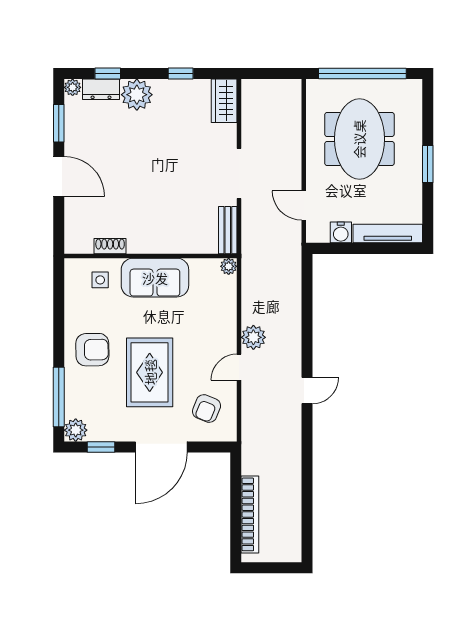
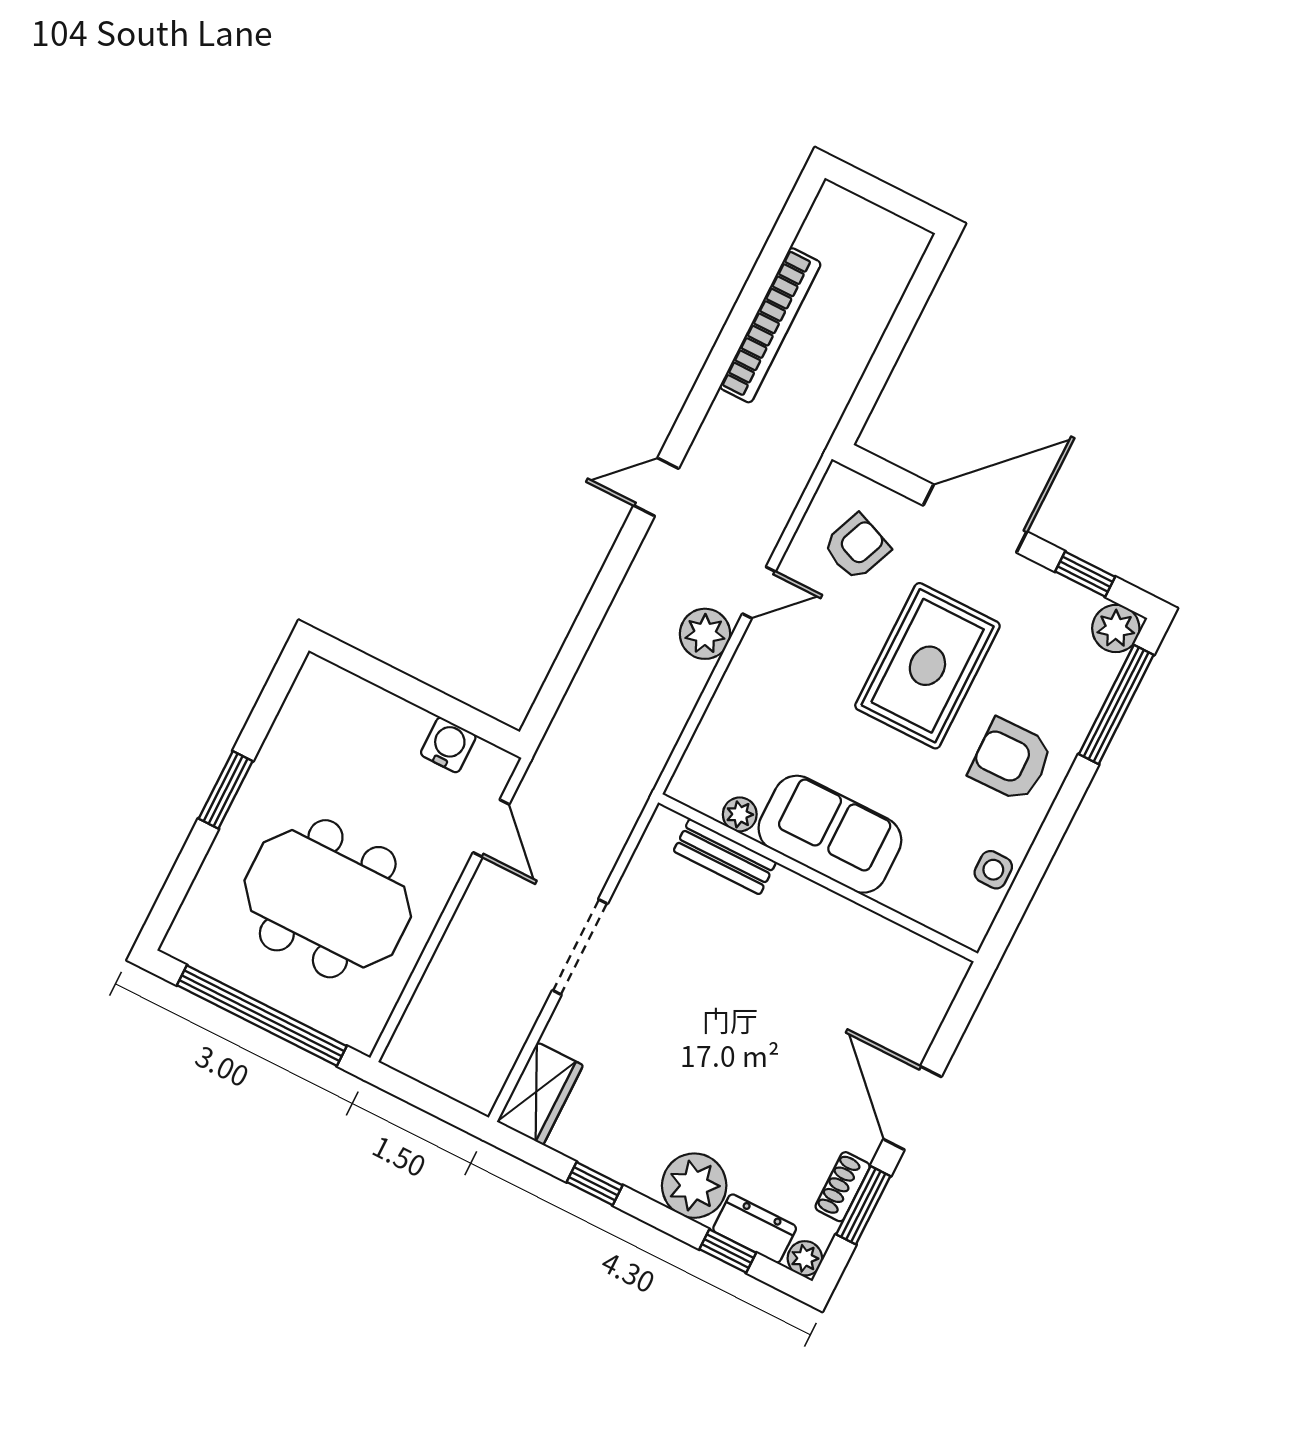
meeting table: (359, 139) -> (328, 899), turned 90
bench: (228, 230) -> (725, 857), moved, turned 90
tv unit: (388, 234) -> (363, 699), removed
shoe rack: (110, 246) -> (843, 1187), moved, turned 90
plant: (229, 266) -> (740, 814), moved
side table: (100, 280) -> (993, 870), moved
bookcase: (250, 514) -> (770, 325), moved, turned 180

